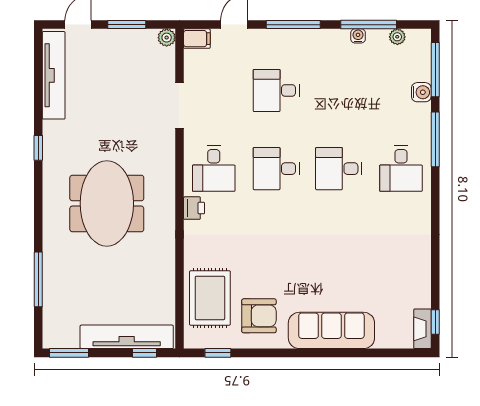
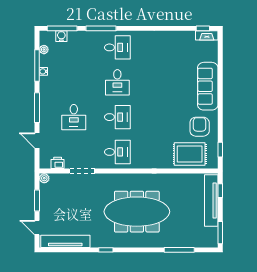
filing cabinet: (197, 39) -> (45, 161), removed
water cooler: (421, 92) -> (61, 36), moved
desk: (276, 169) -> (117, 117), turned -90
meeting table: (107, 203) -> (137, 212), width x1.36
printer: (194, 208) -> (58, 163), moved

